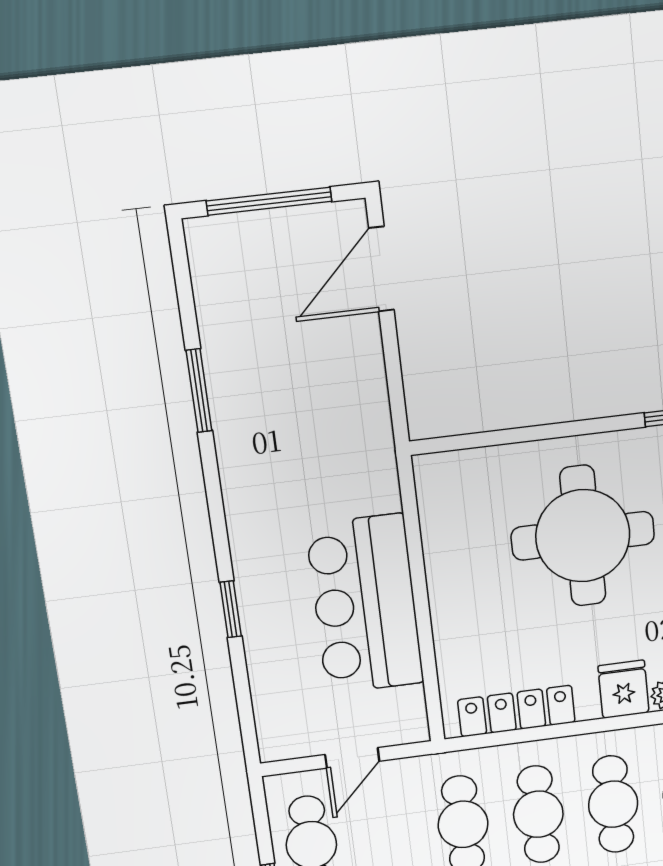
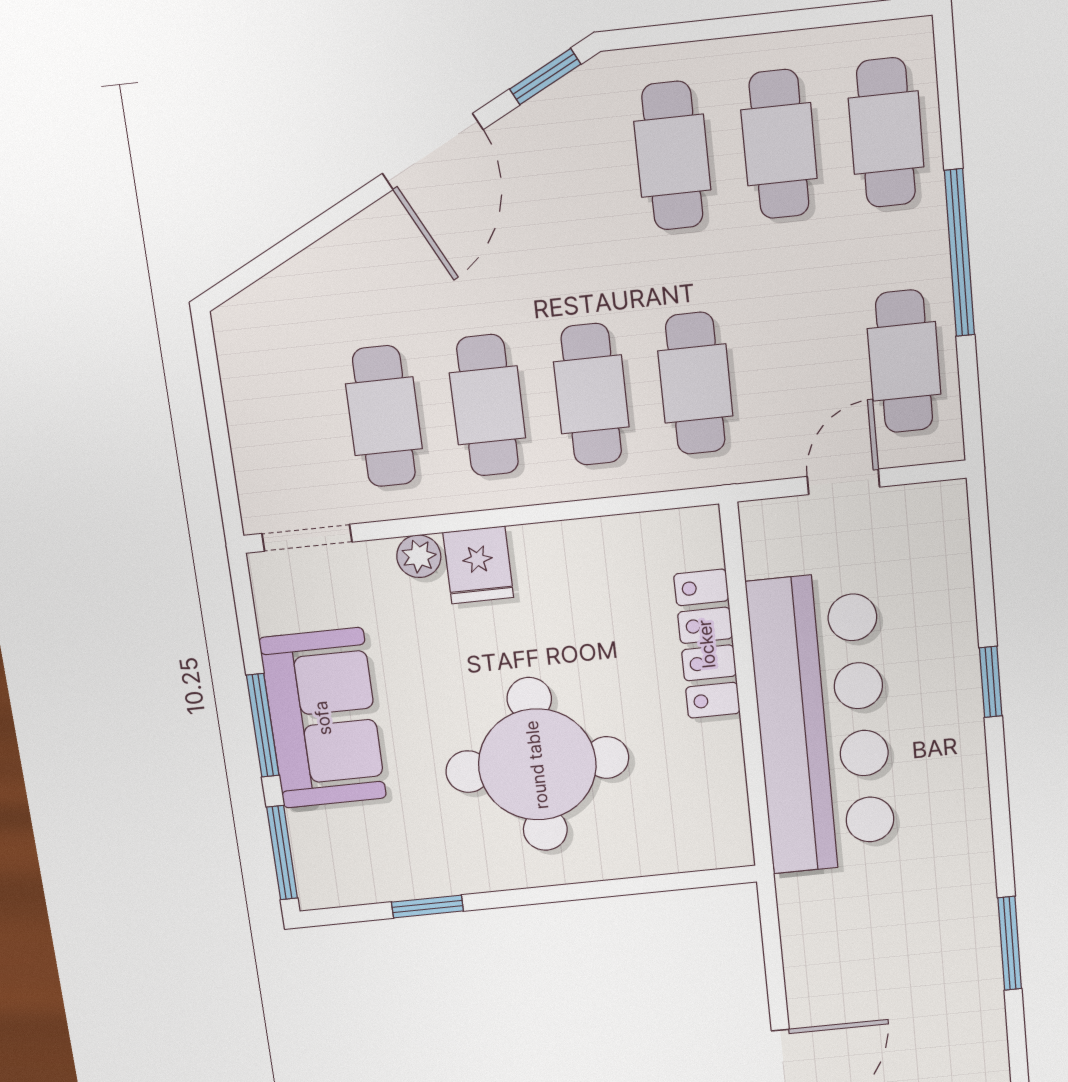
bar counter: (365, 604) -> (822, 723), width x1.36
locker: (517, 711) -> (707, 644), moved, turned 90

